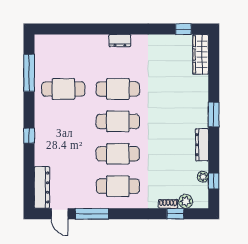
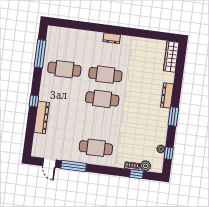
window: (183, 29) -> (161, 36), removed
window: (214, 115) -> (173, 116), moved
dresser: (202, 145) -> (167, 95), moved
cafe table: (118, 154) -> (99, 123), removed
dresser: (42, 187) -> (42, 117), moved

